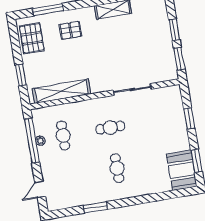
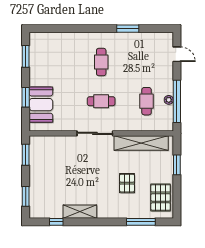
pallet: (70, 30) -> (127, 183), moved, turned 90
window: (174, 30) -> (26, 196), moved
sliding door: (132, 90) -> (95, 133), moved
booth: (182, 170) -> (41, 105), moved
door: (40, 189) -> (177, 54), hinge flipped

